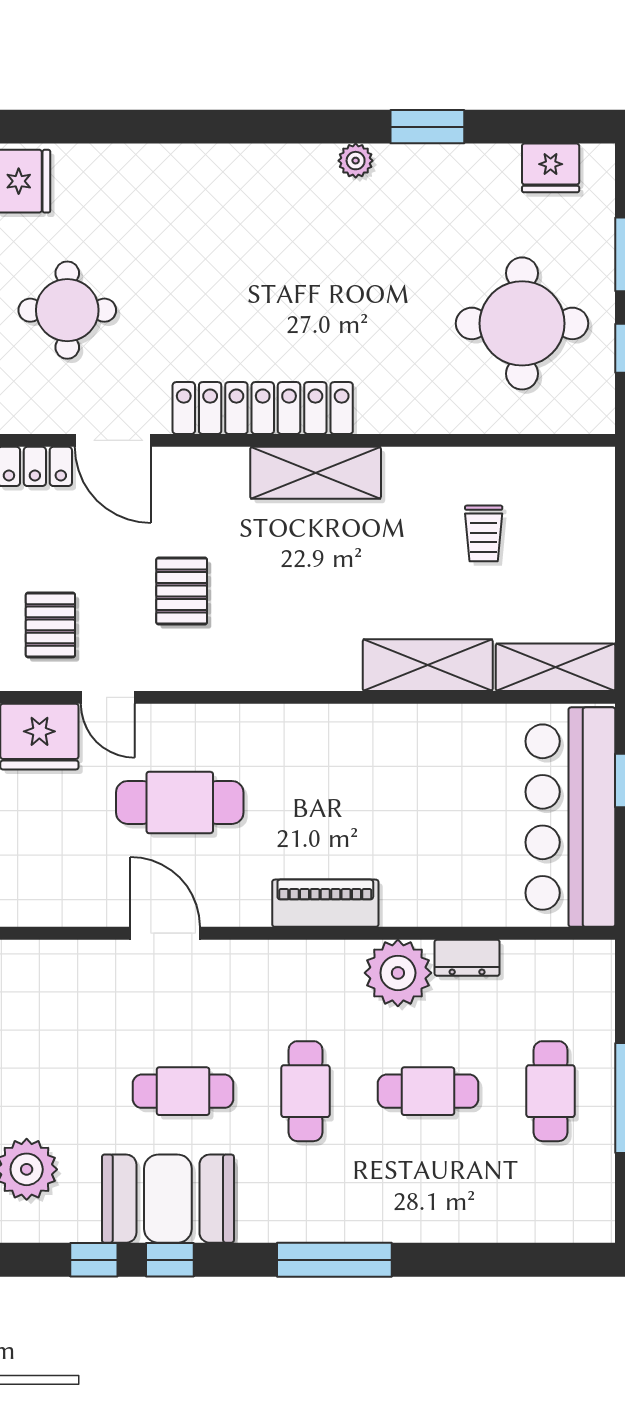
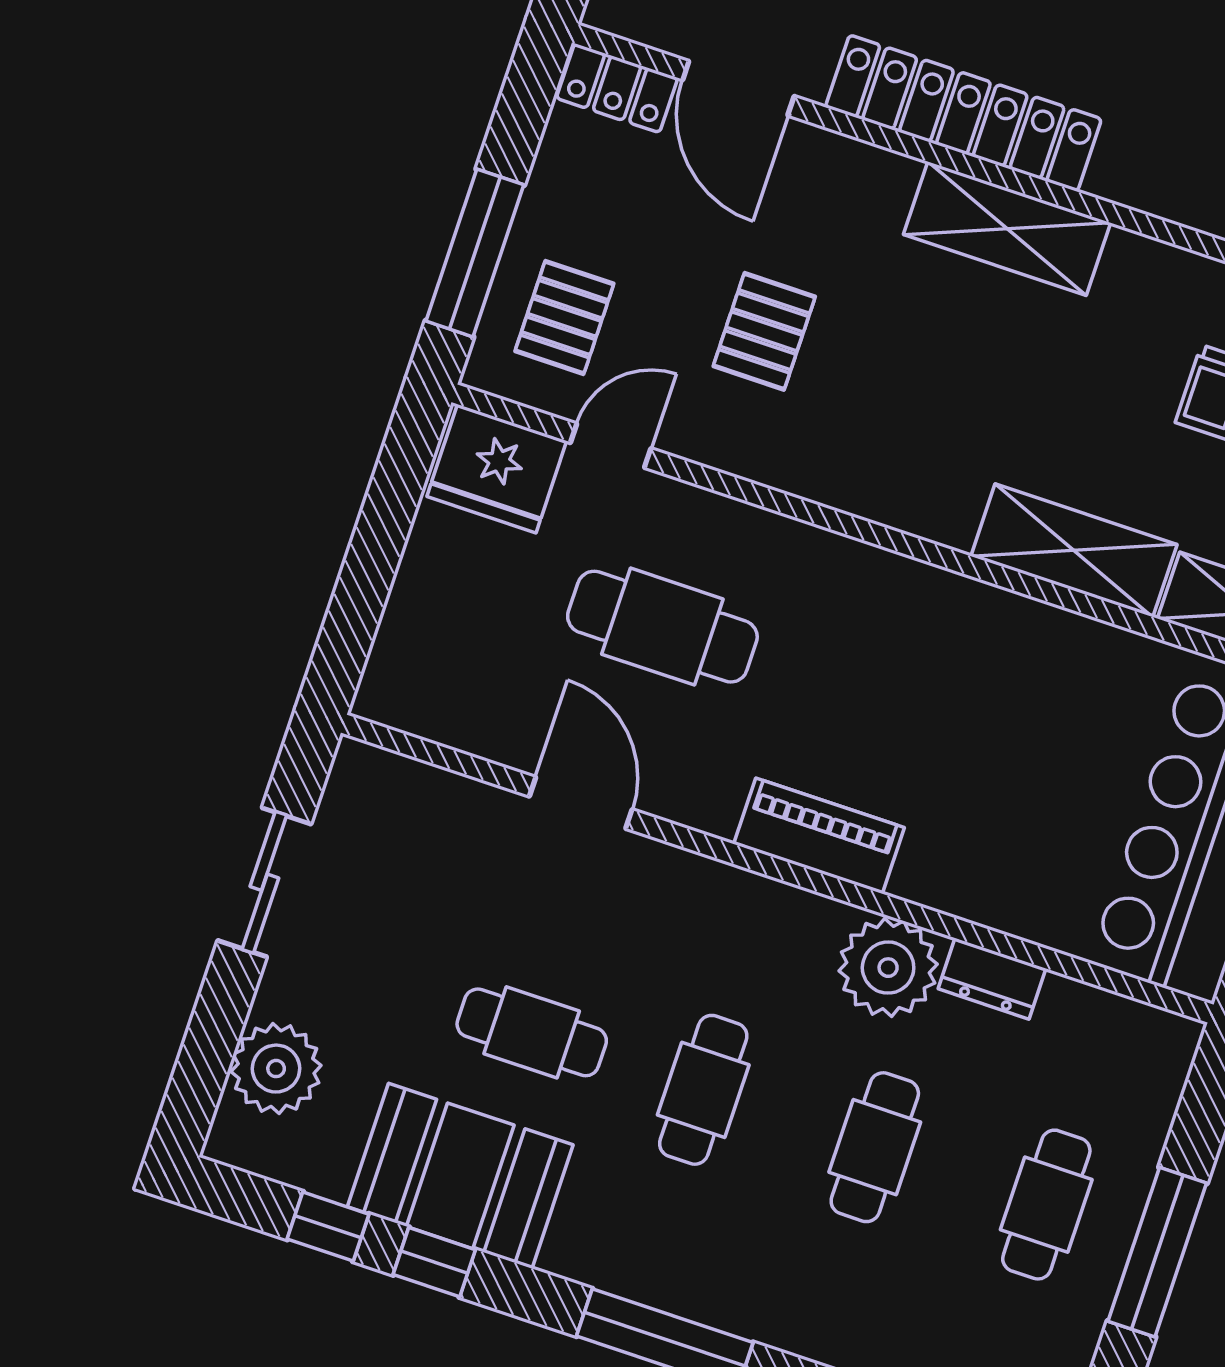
door: (108, 697) -> (611, 446), swing flipped
cafe table: (428, 1091) -> (875, 1147), turned 90

